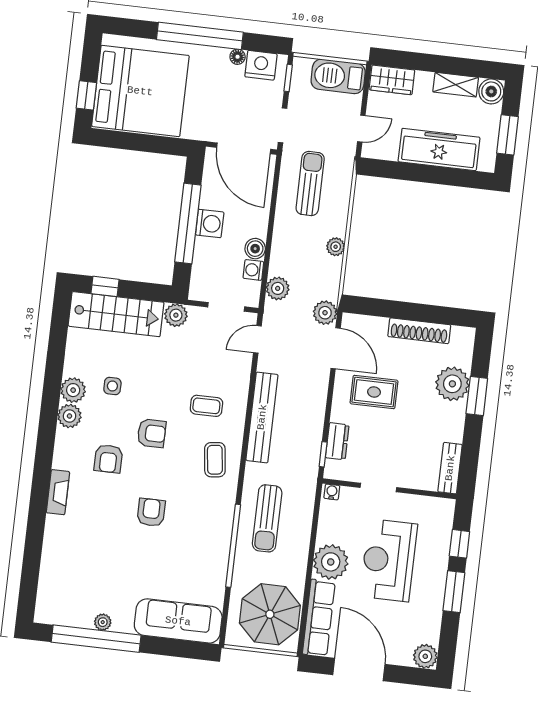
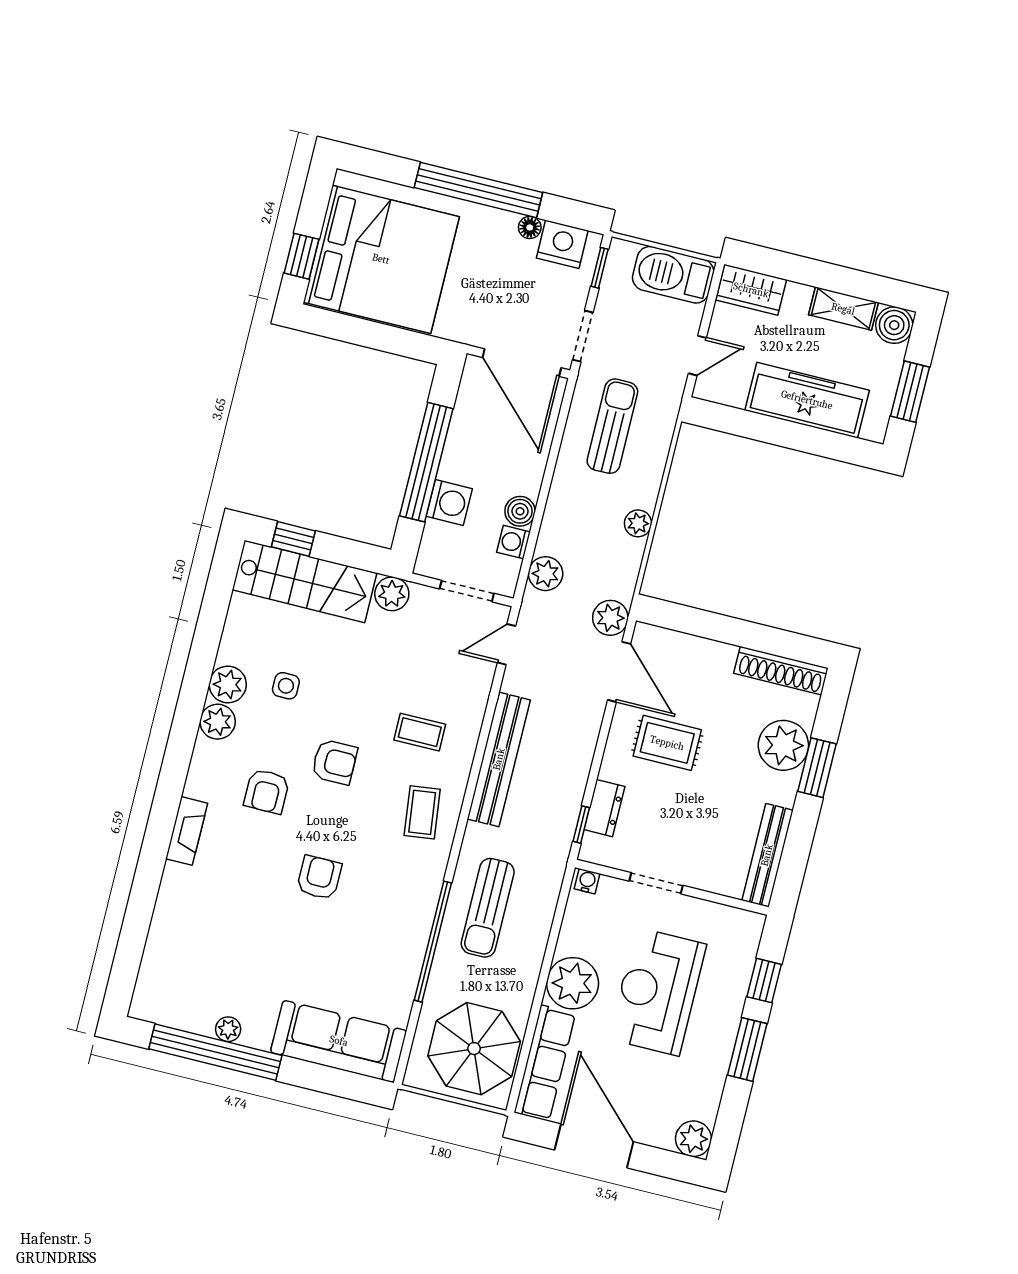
washing machine: (210, 224) -> (449, 502), moved
shoe rack: (419, 331) -> (781, 671), moved
bench: (450, 468) -> (767, 855), width x1.36

